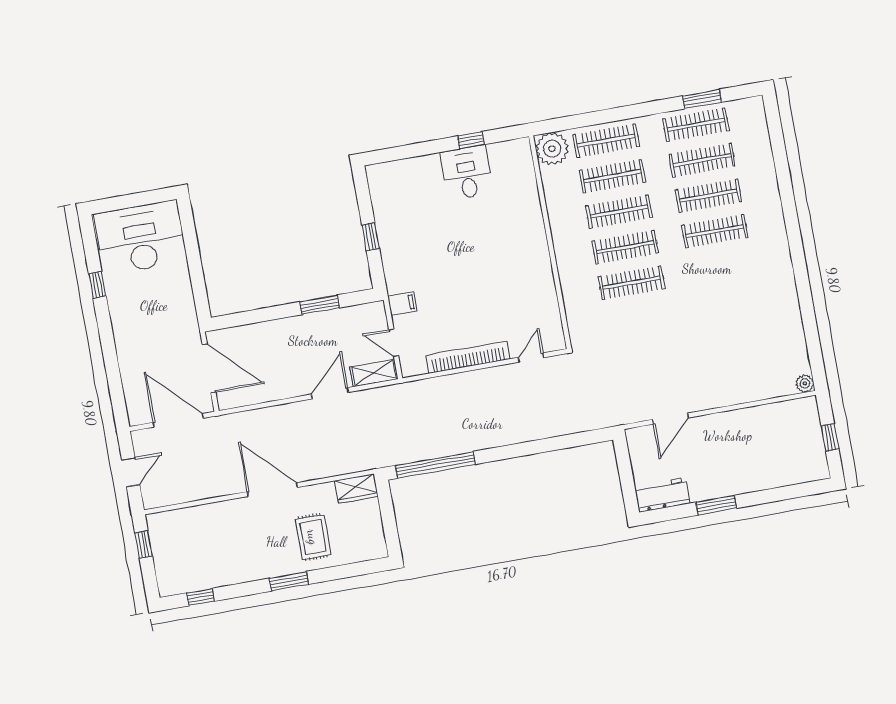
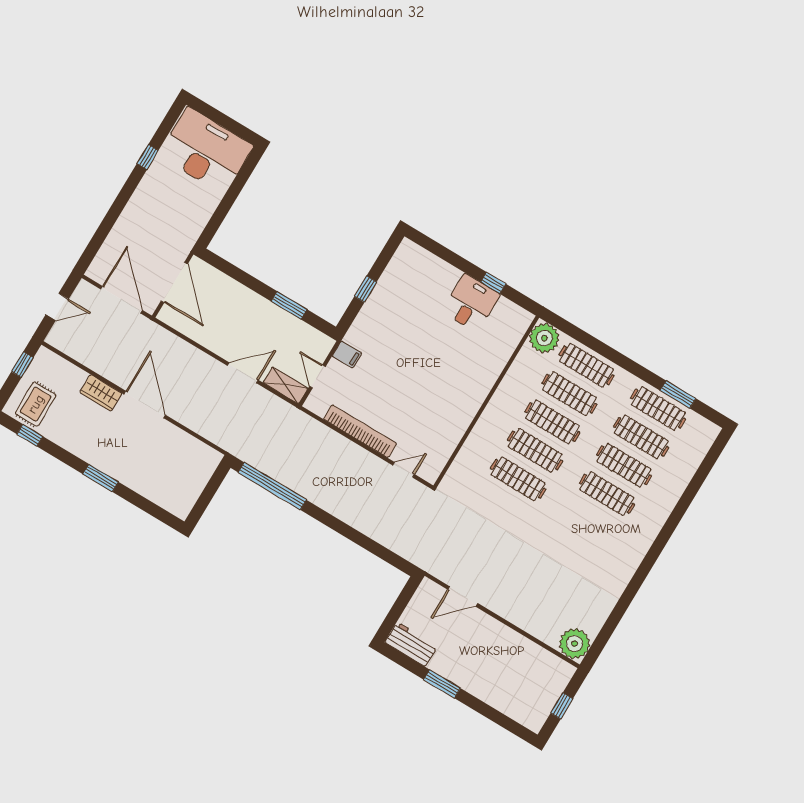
plant: (805, 383) -> (575, 644), width x1.88, depth x1.88
wardrobe: (356, 489) -> (101, 393), moved
rug: (313, 537) -> (36, 404), moved

